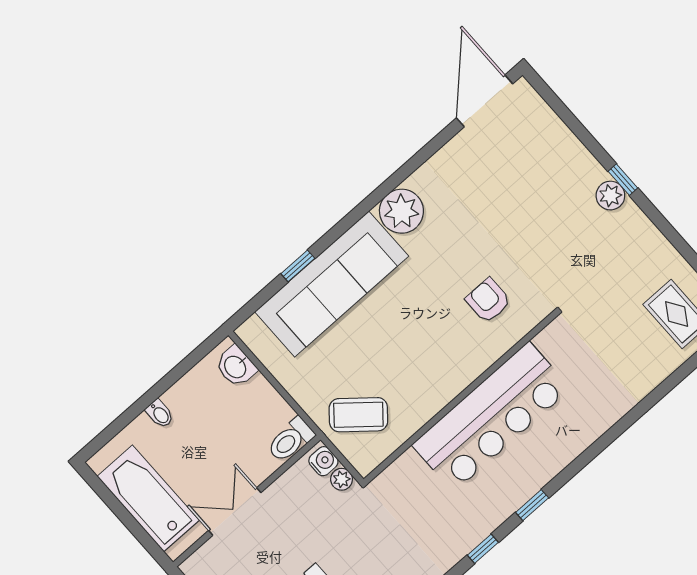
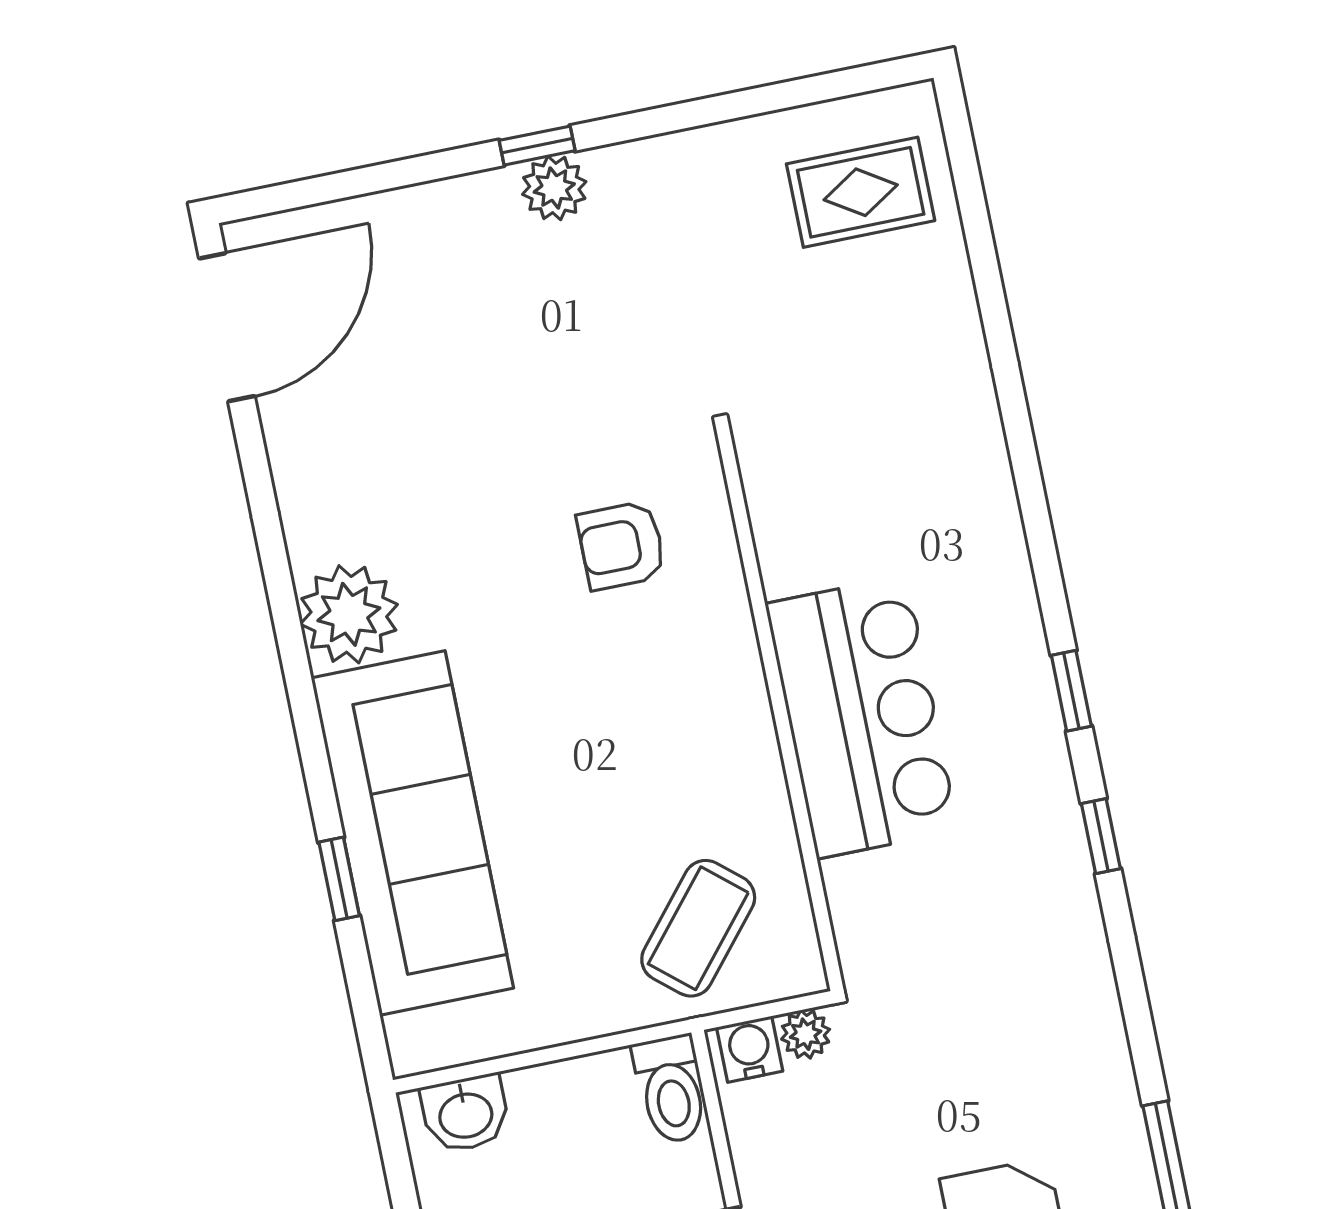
door: (485, 101) -> (227, 327), swing flipped
bar counter: (491, 417) -> (862, 717), width x0.73

